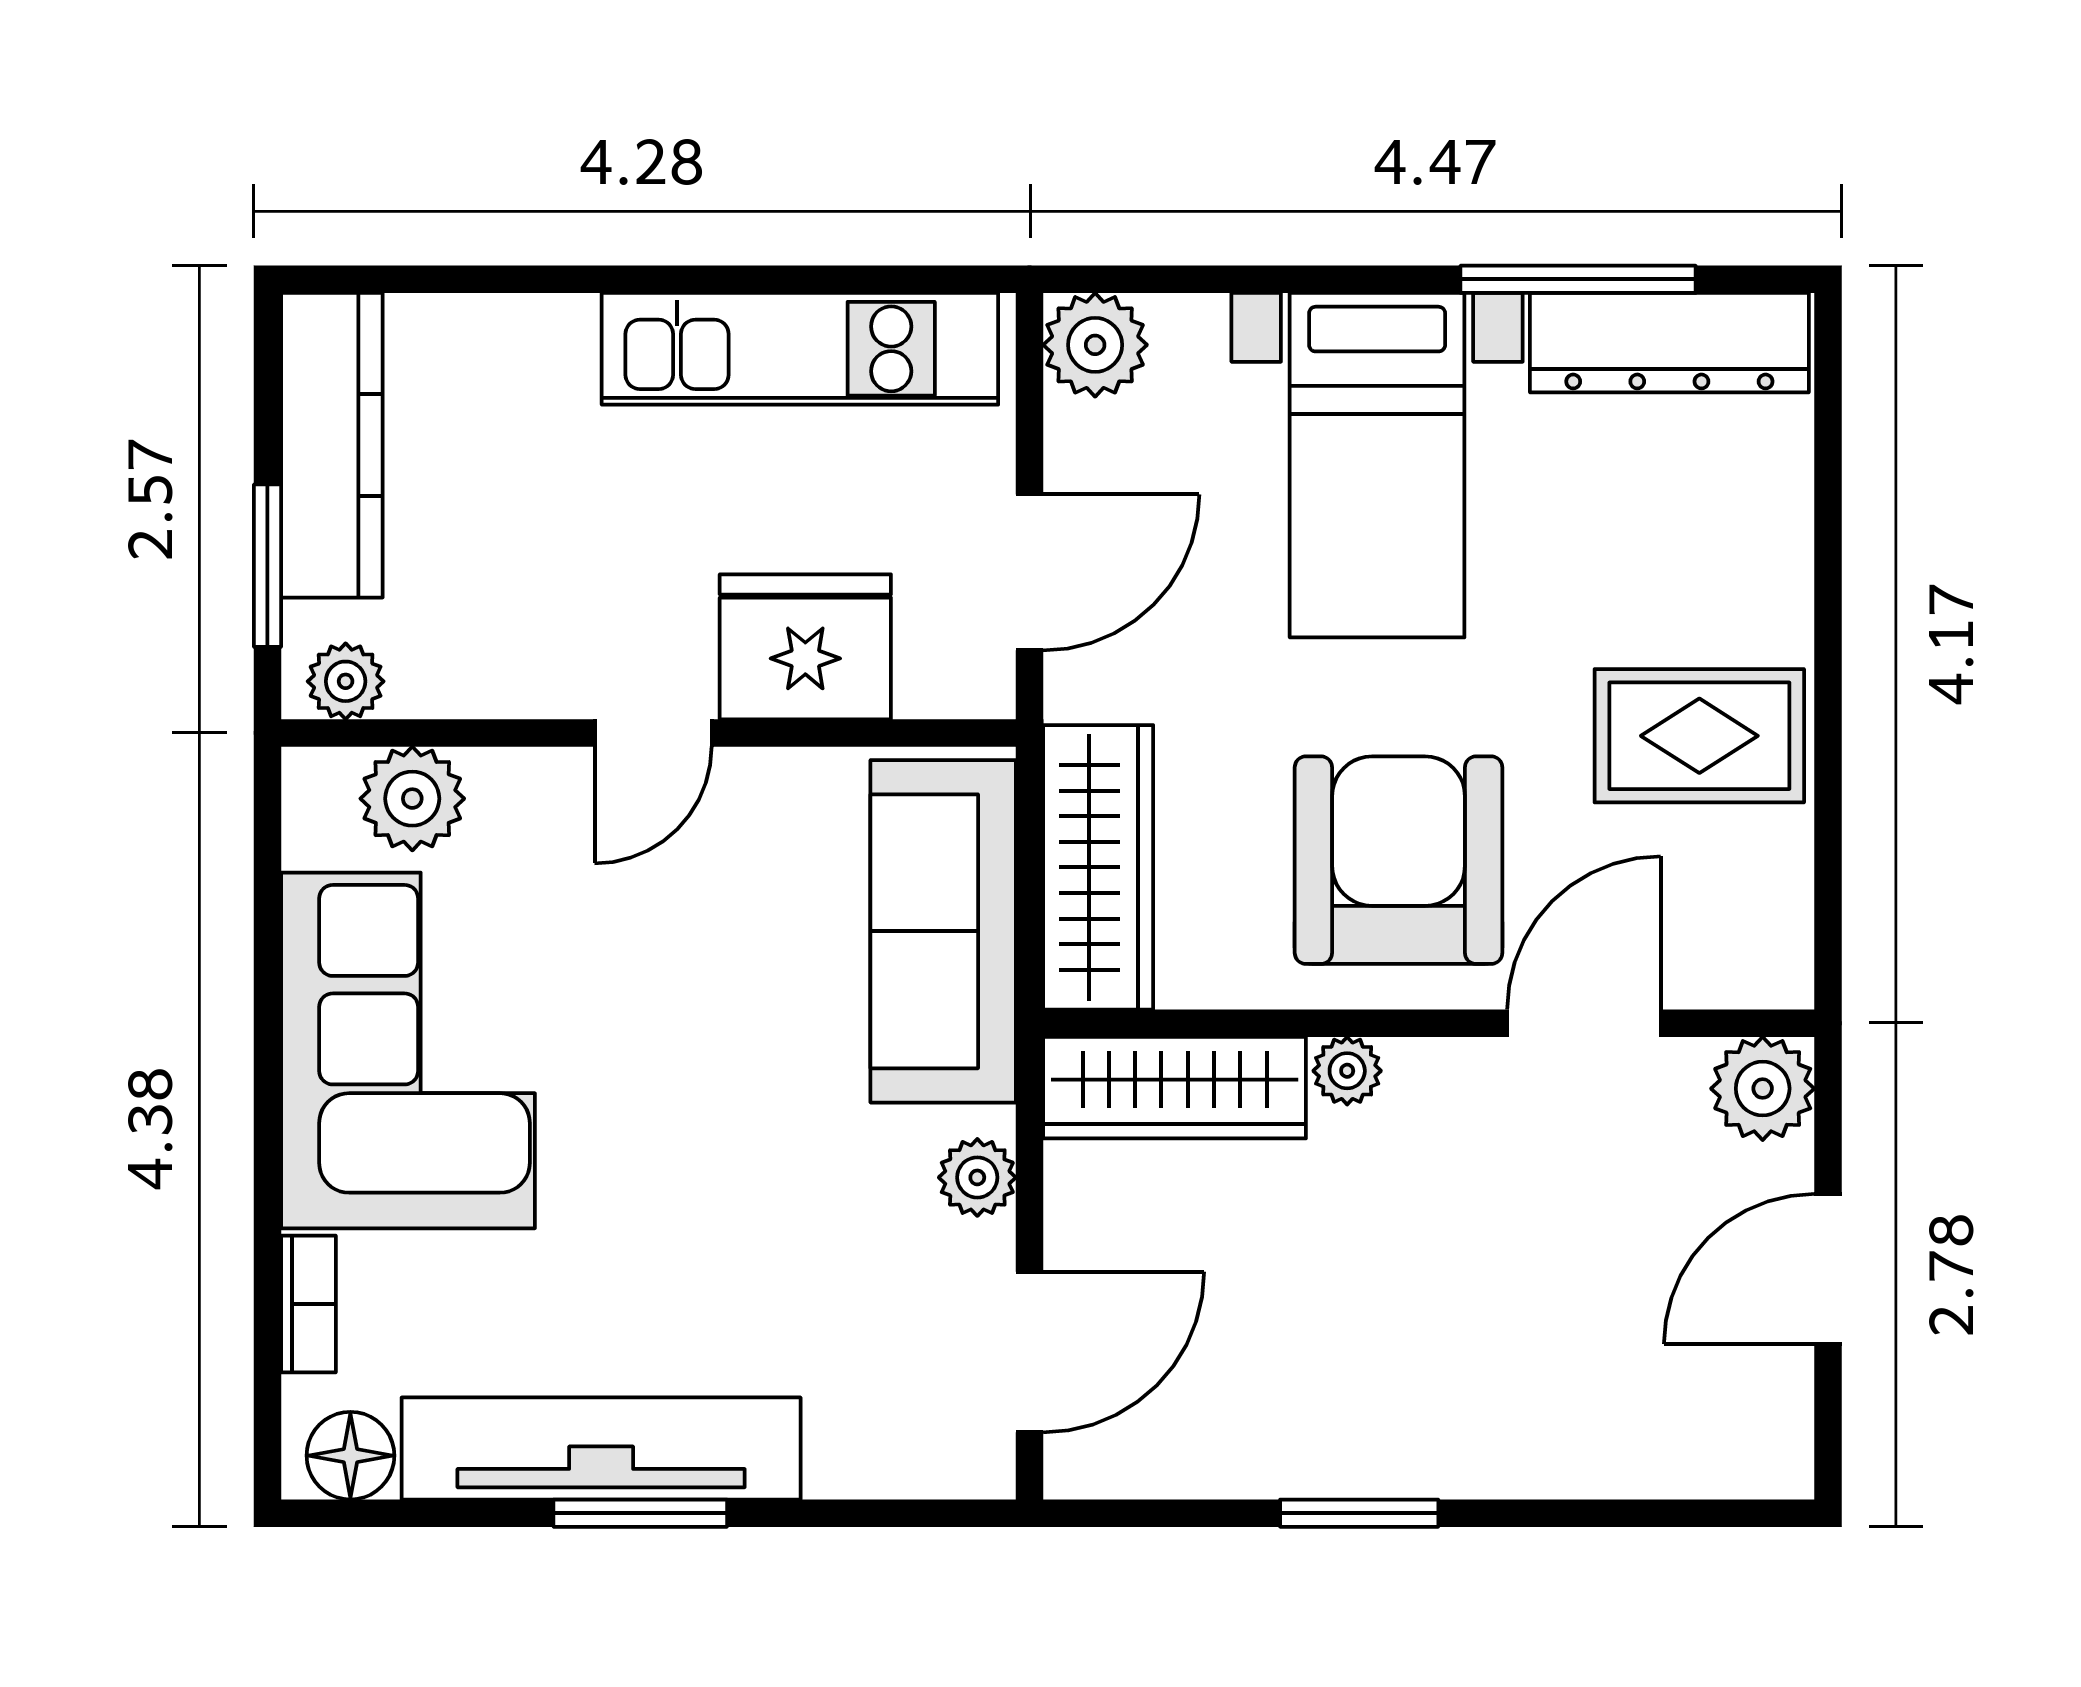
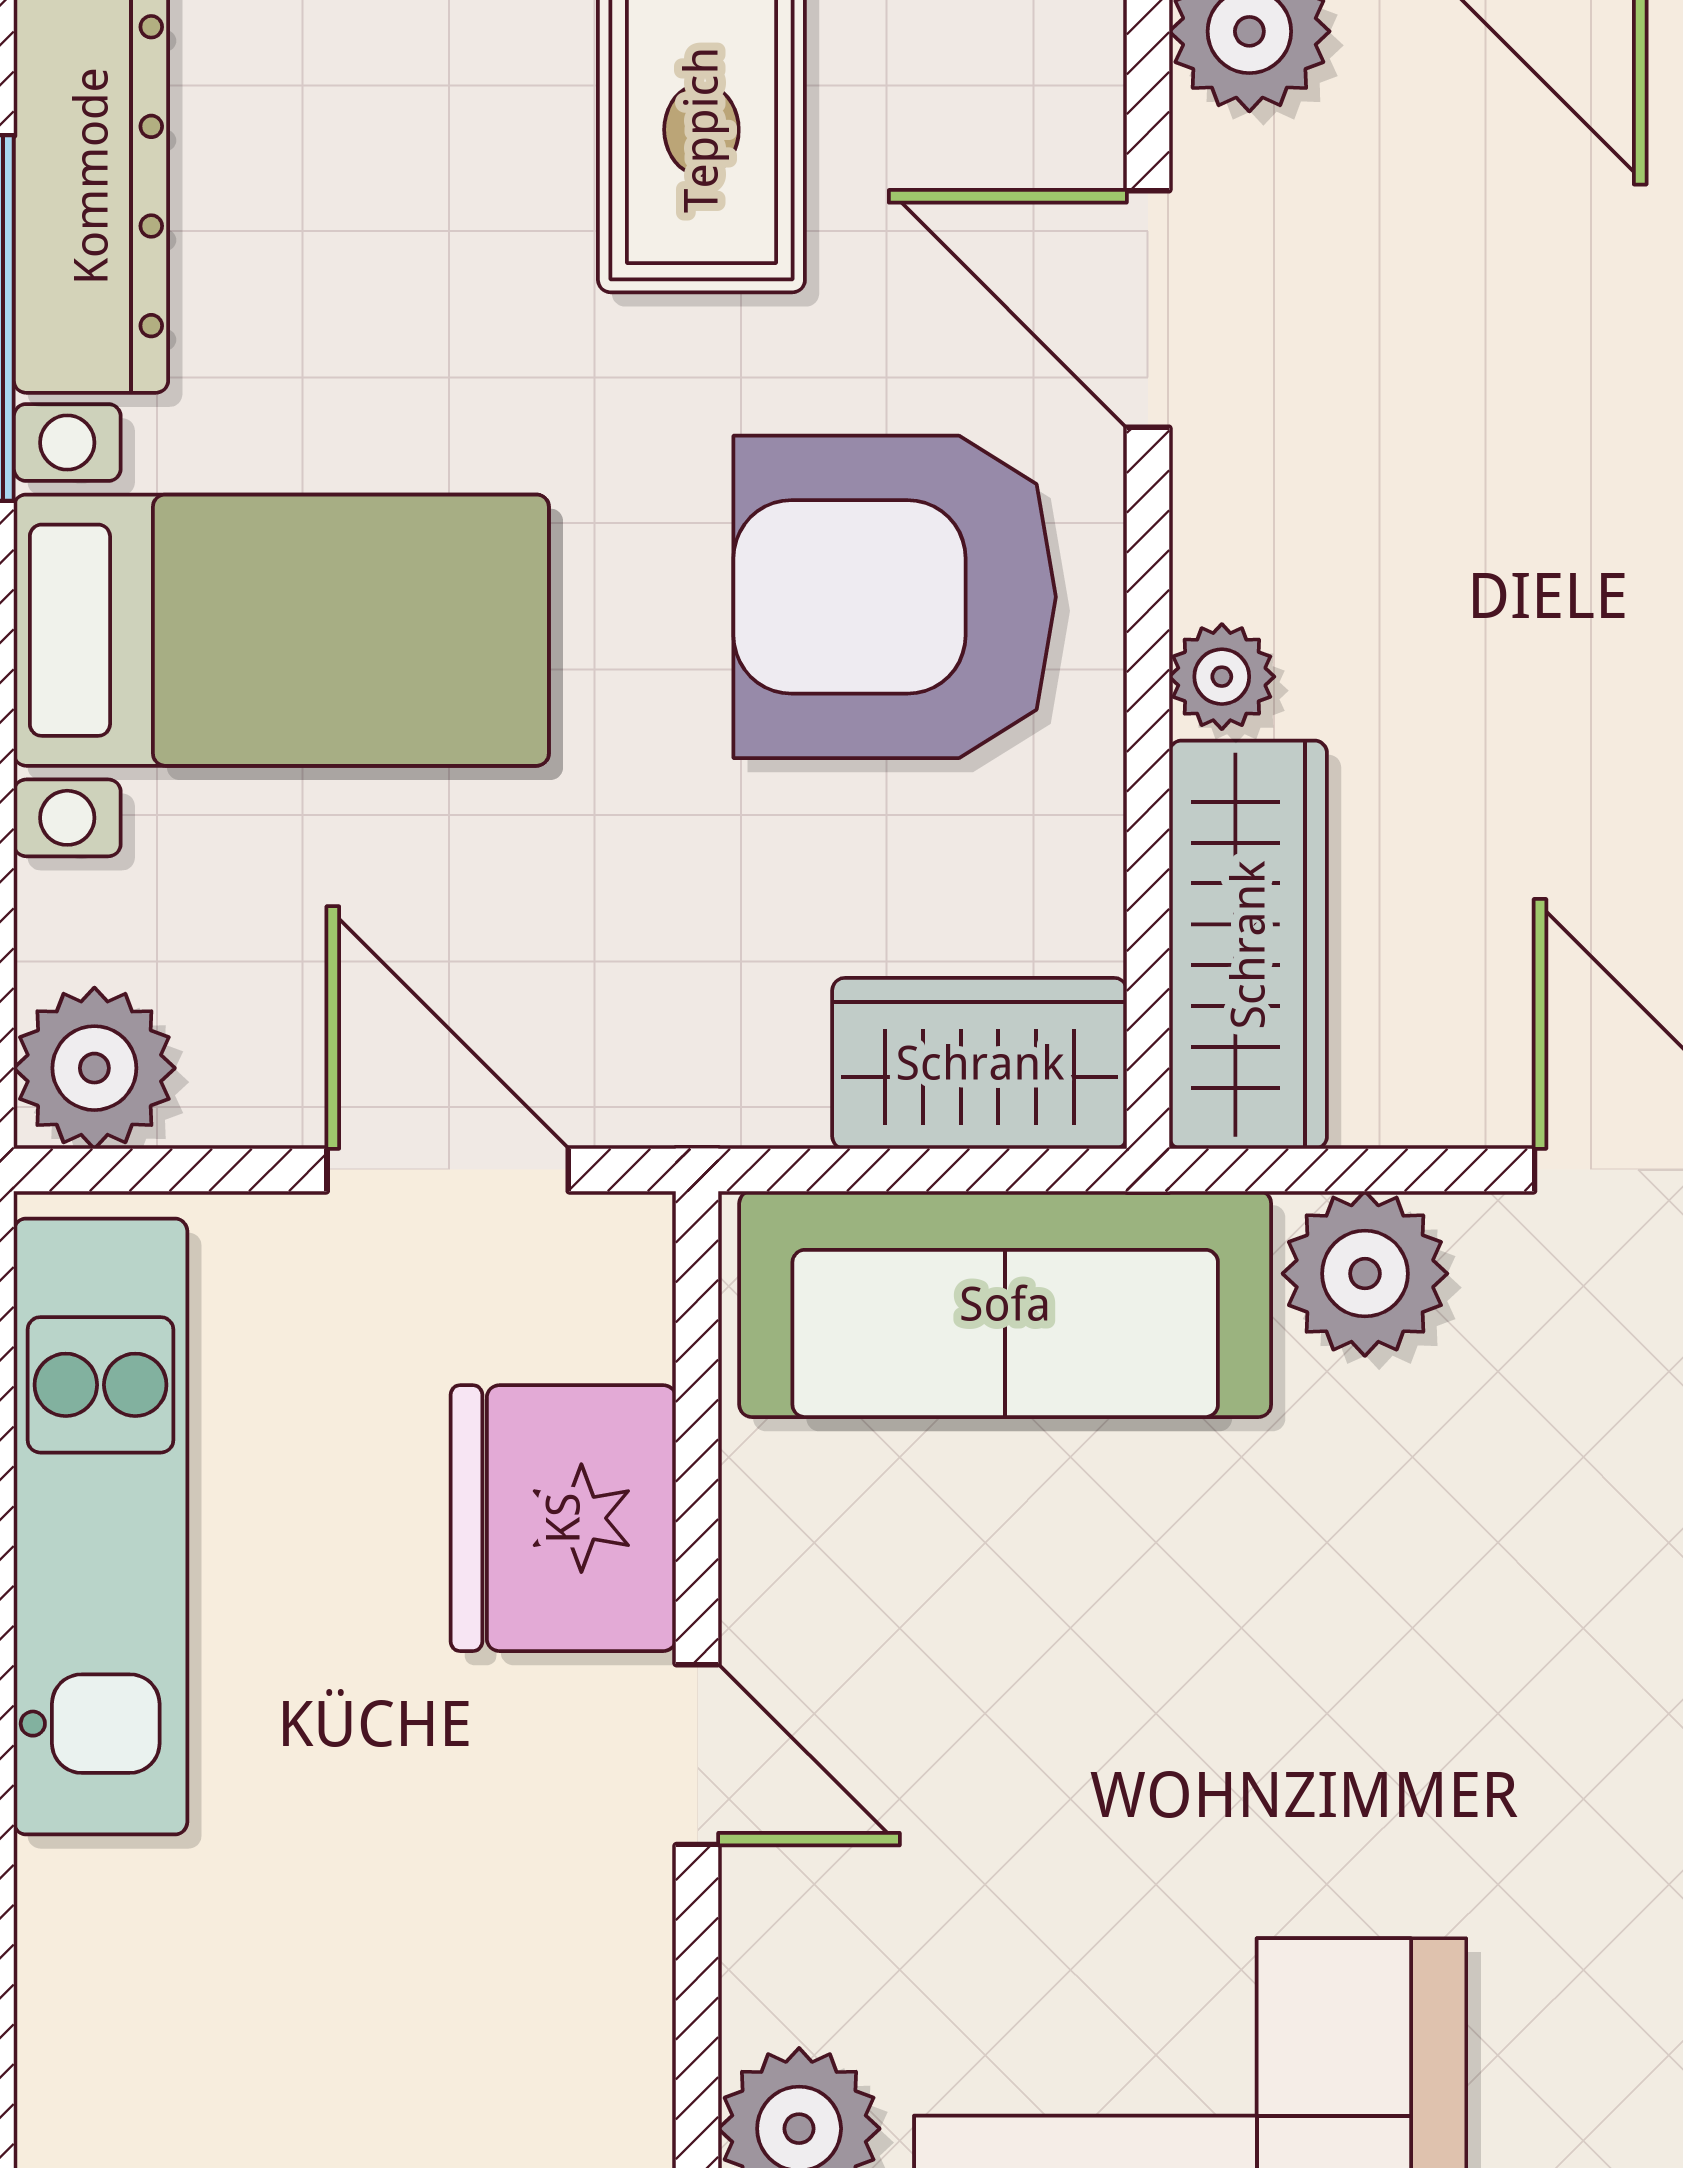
wardrobe: (1098, 867) -> (980, 1063), width x0.67
plant: (977, 1177) -> (1365, 1274), width x1.38, depth x1.38

